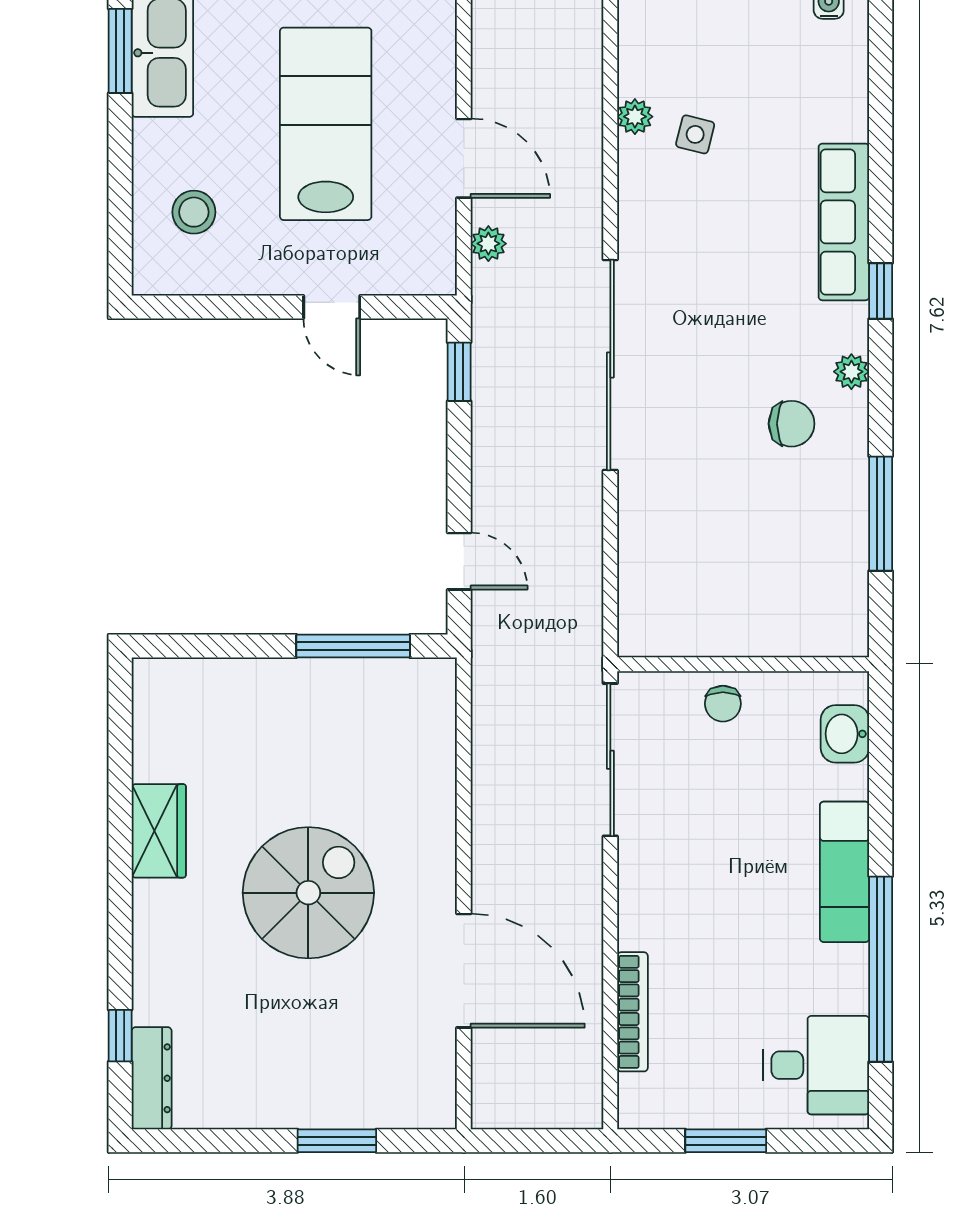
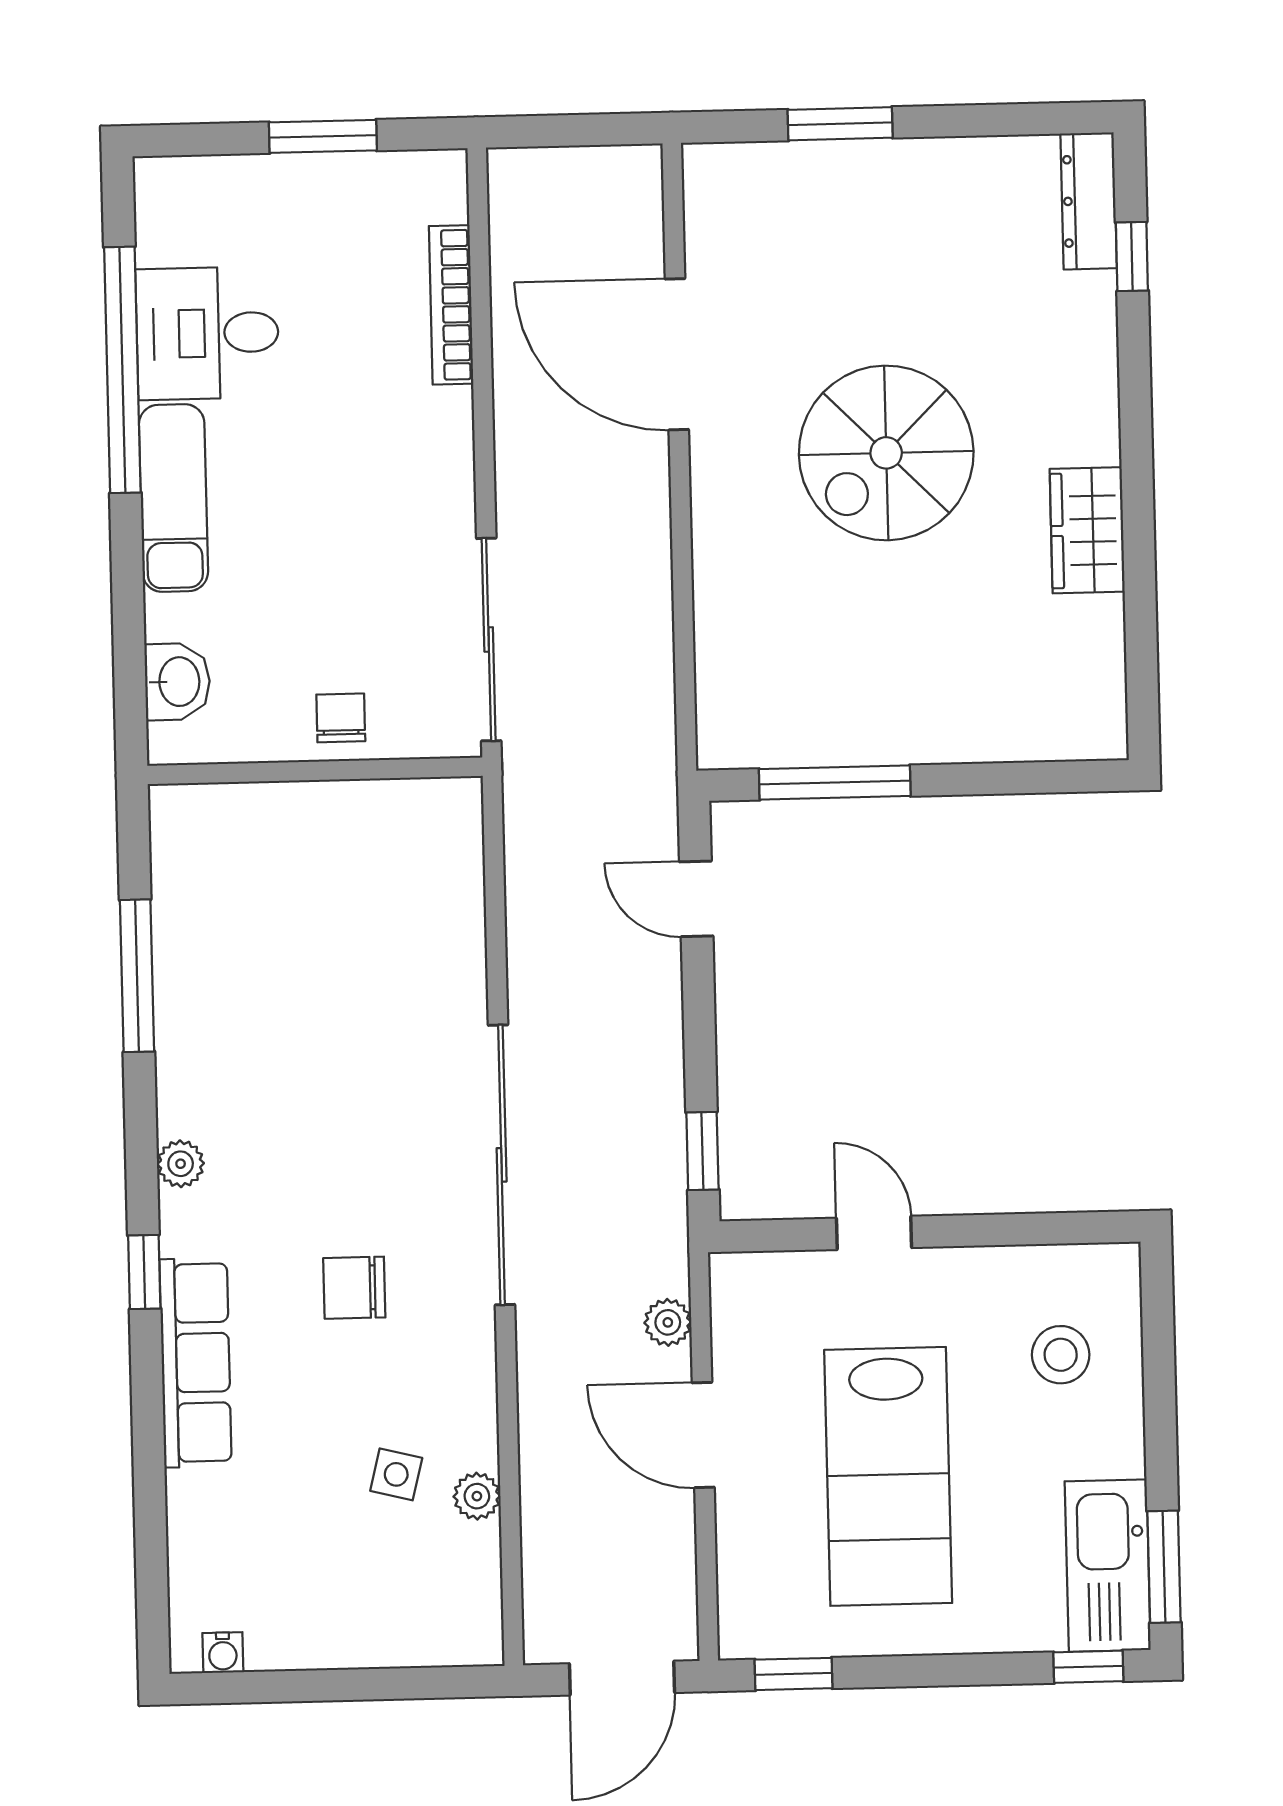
chair: (792, 424) -> (354, 1288), moved
desk: (816, 1065) -> (207, 333), moved

